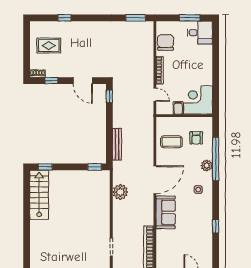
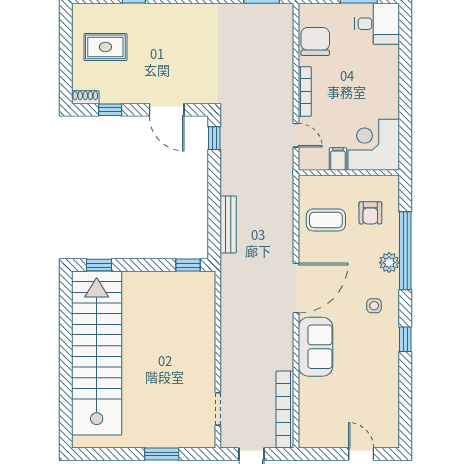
plant: (120, 192) -> (234, 310), removed
stairs: (39, 195) -> (97, 353), width x1.86, depth x1.51
window: (216, 226) -> (405, 339), moved

